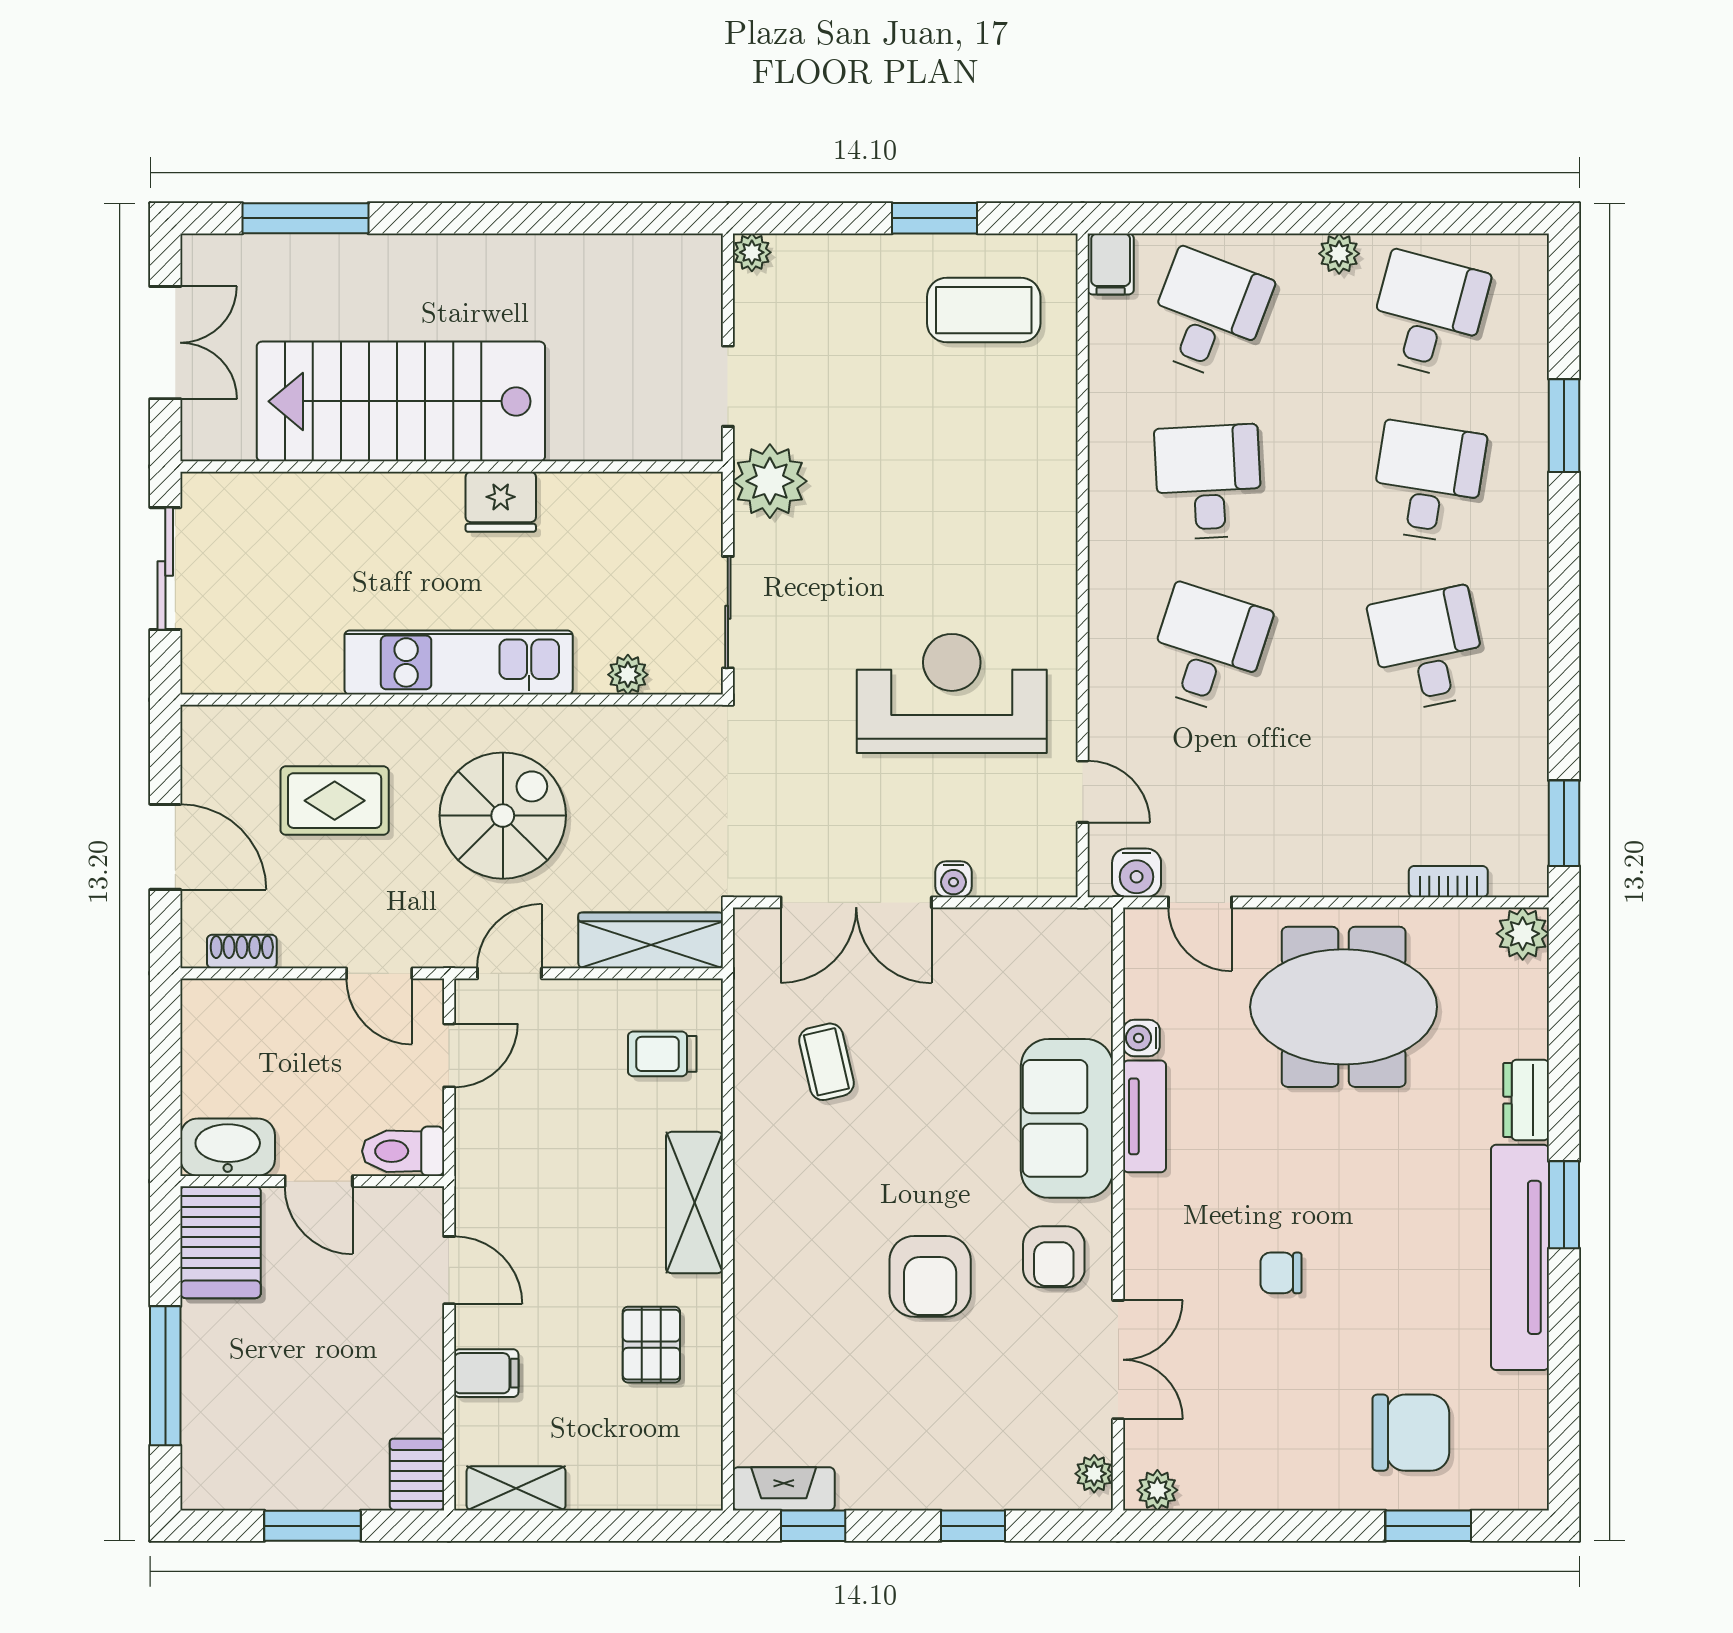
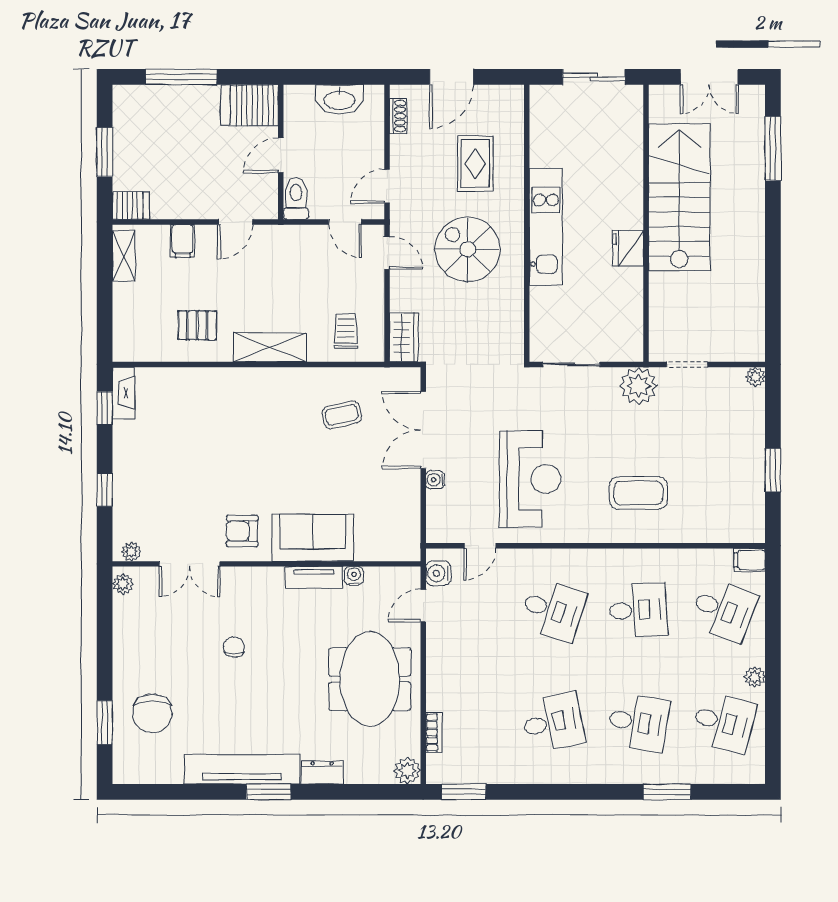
coffee table: (984, 310) -> (638, 493), moved, turned 90
plant: (628, 675) -> (540, 313), removed
spiral stairs: (503, 816) -> (468, 249), turned 180
wardrobe: (651, 940) -> (404, 337), width x0.67
washbasin: (228, 1147) -> (339, 99), moved, turned 90
armchair: (930, 1276) -> (232, 468), removed

